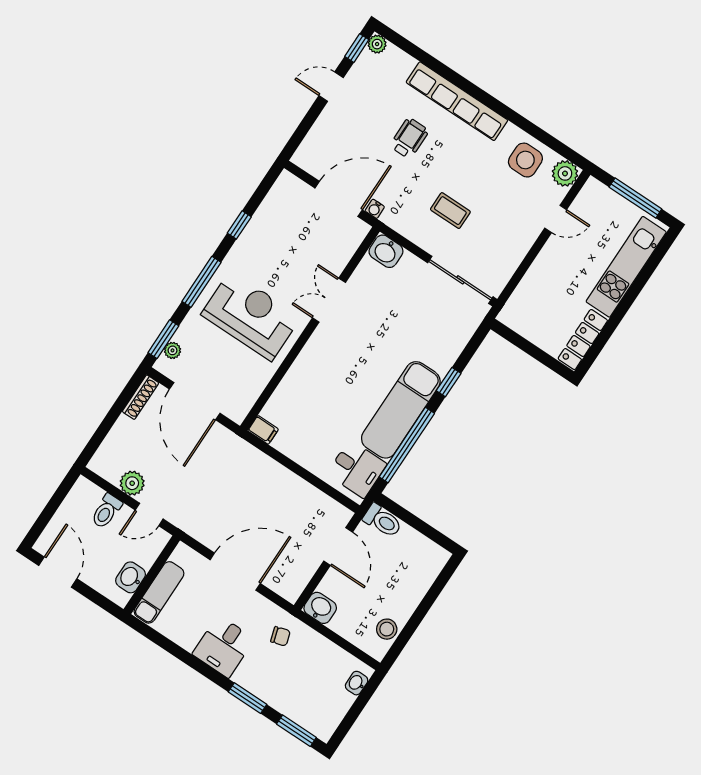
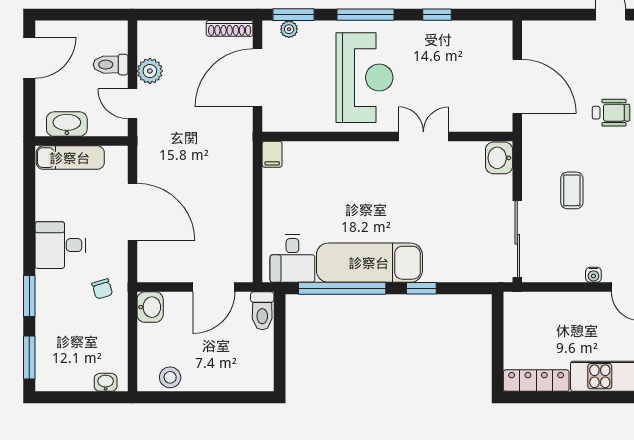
water cooler: (375, 209) -> (593, 275), moved, turned -90
washbasin: (131, 577) -> (67, 124), width x1.38

